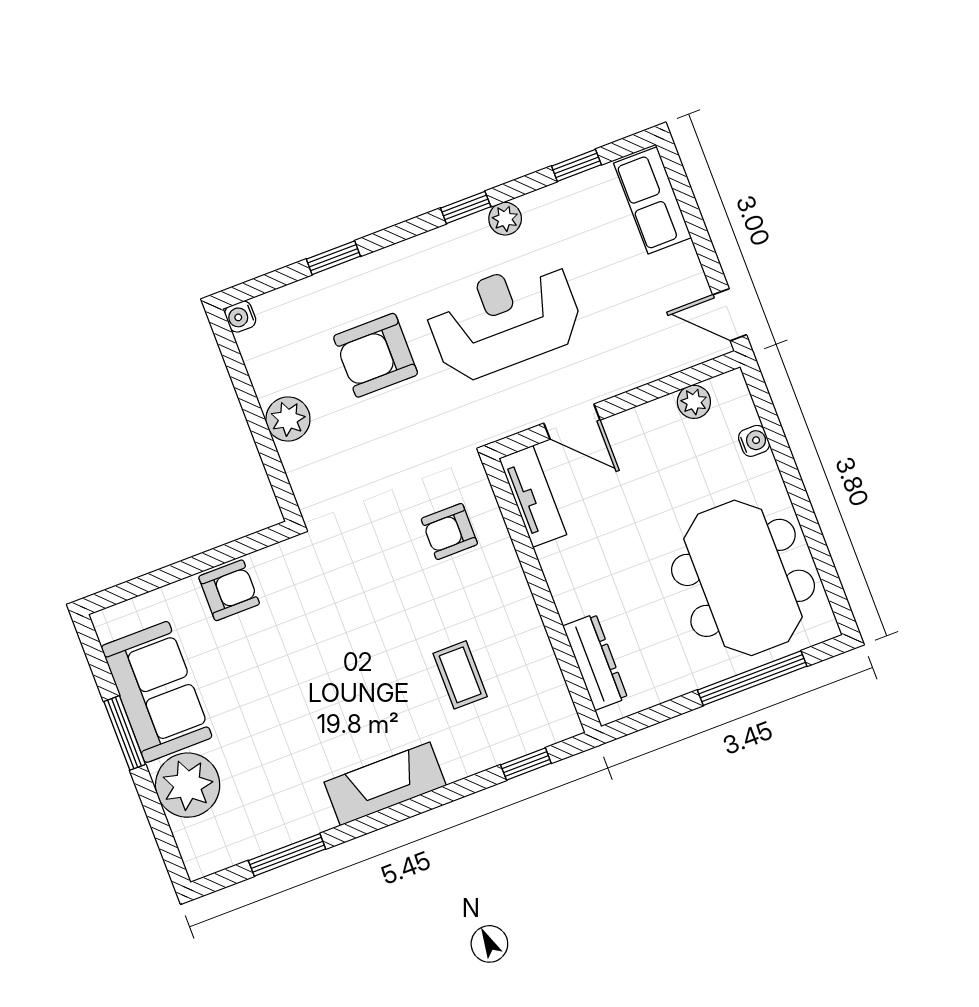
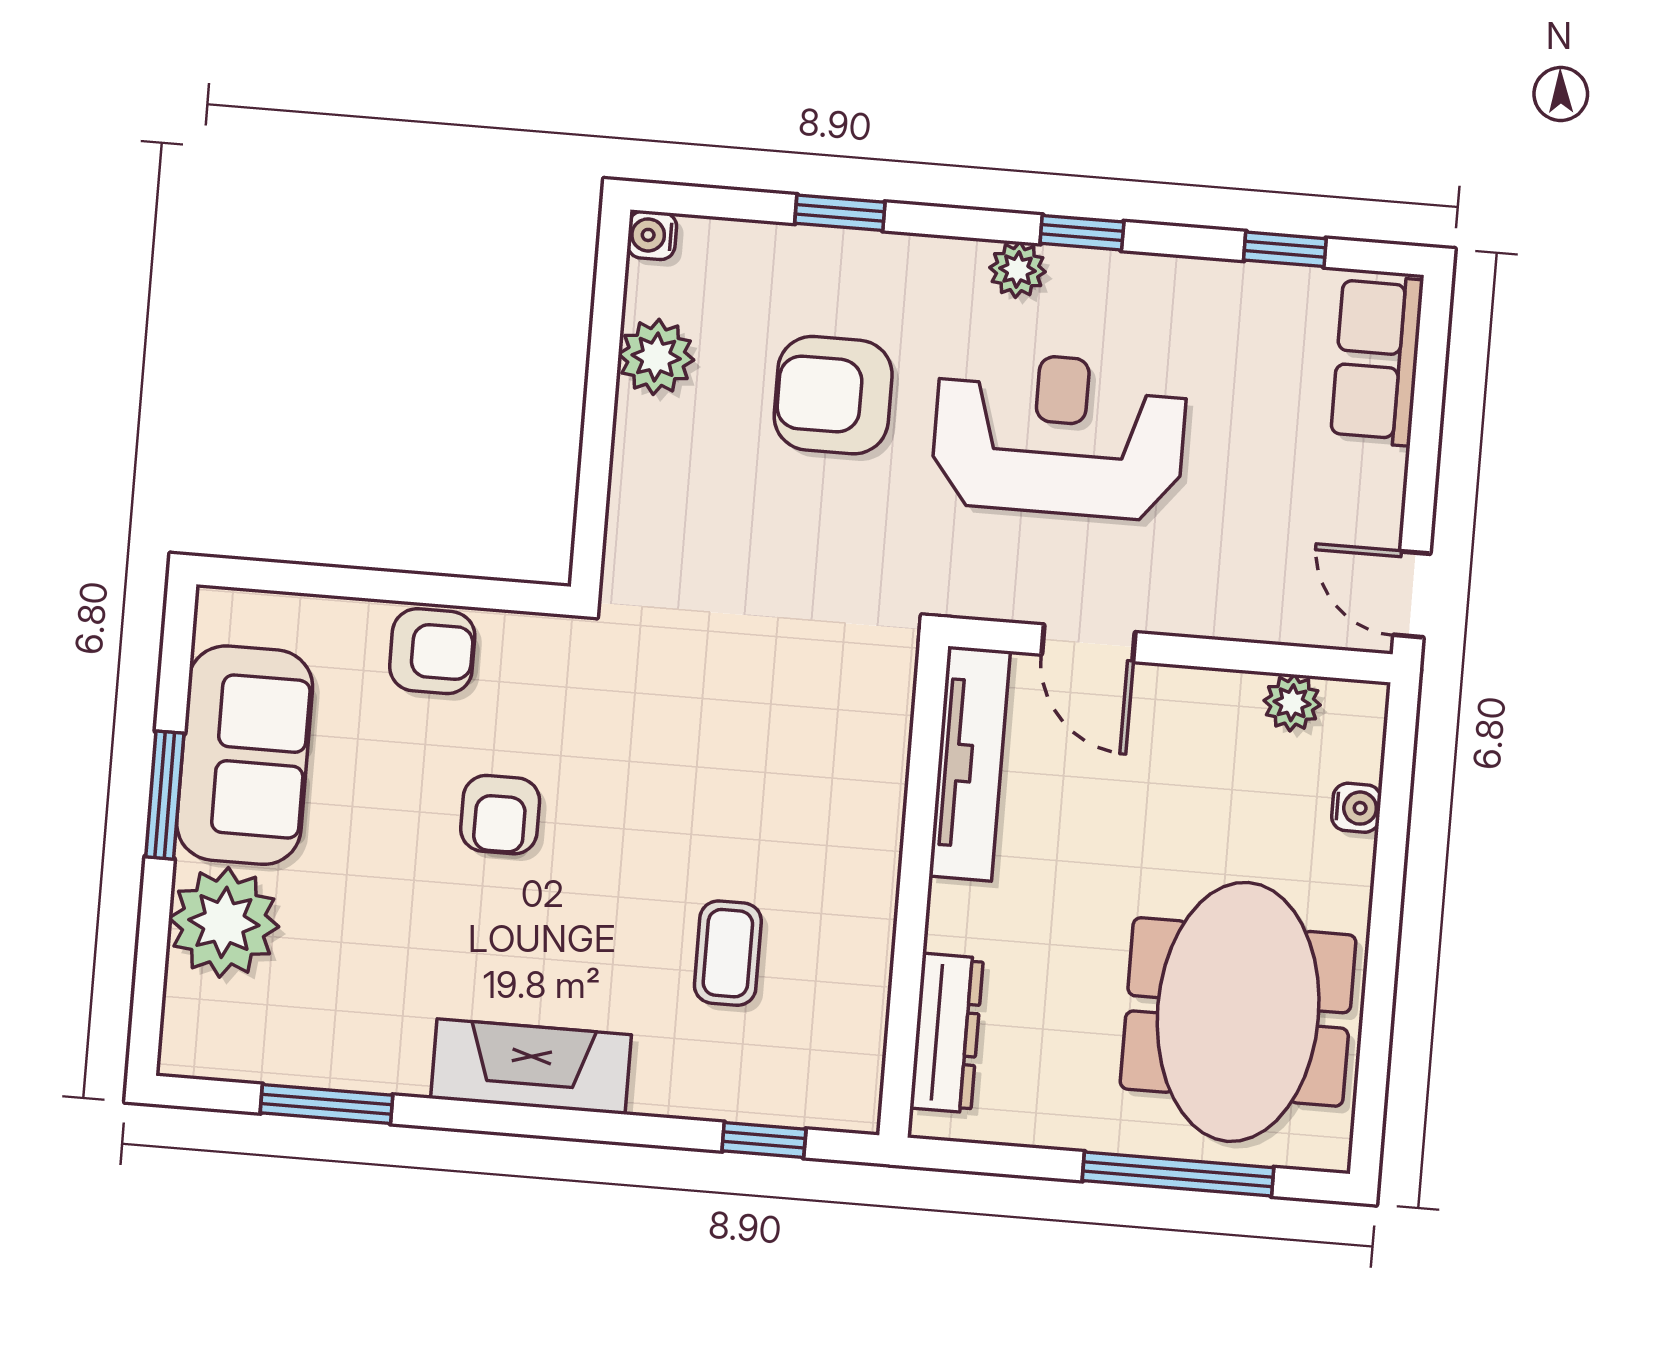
plant: (505, 219) -> (1018, 270), moved
plant: (288, 419) -> (656, 357), moved
tv unit: (533, 496) -> (970, 764), width x1.41
armchair: (449, 531) -> (500, 815), moved, turned -90

